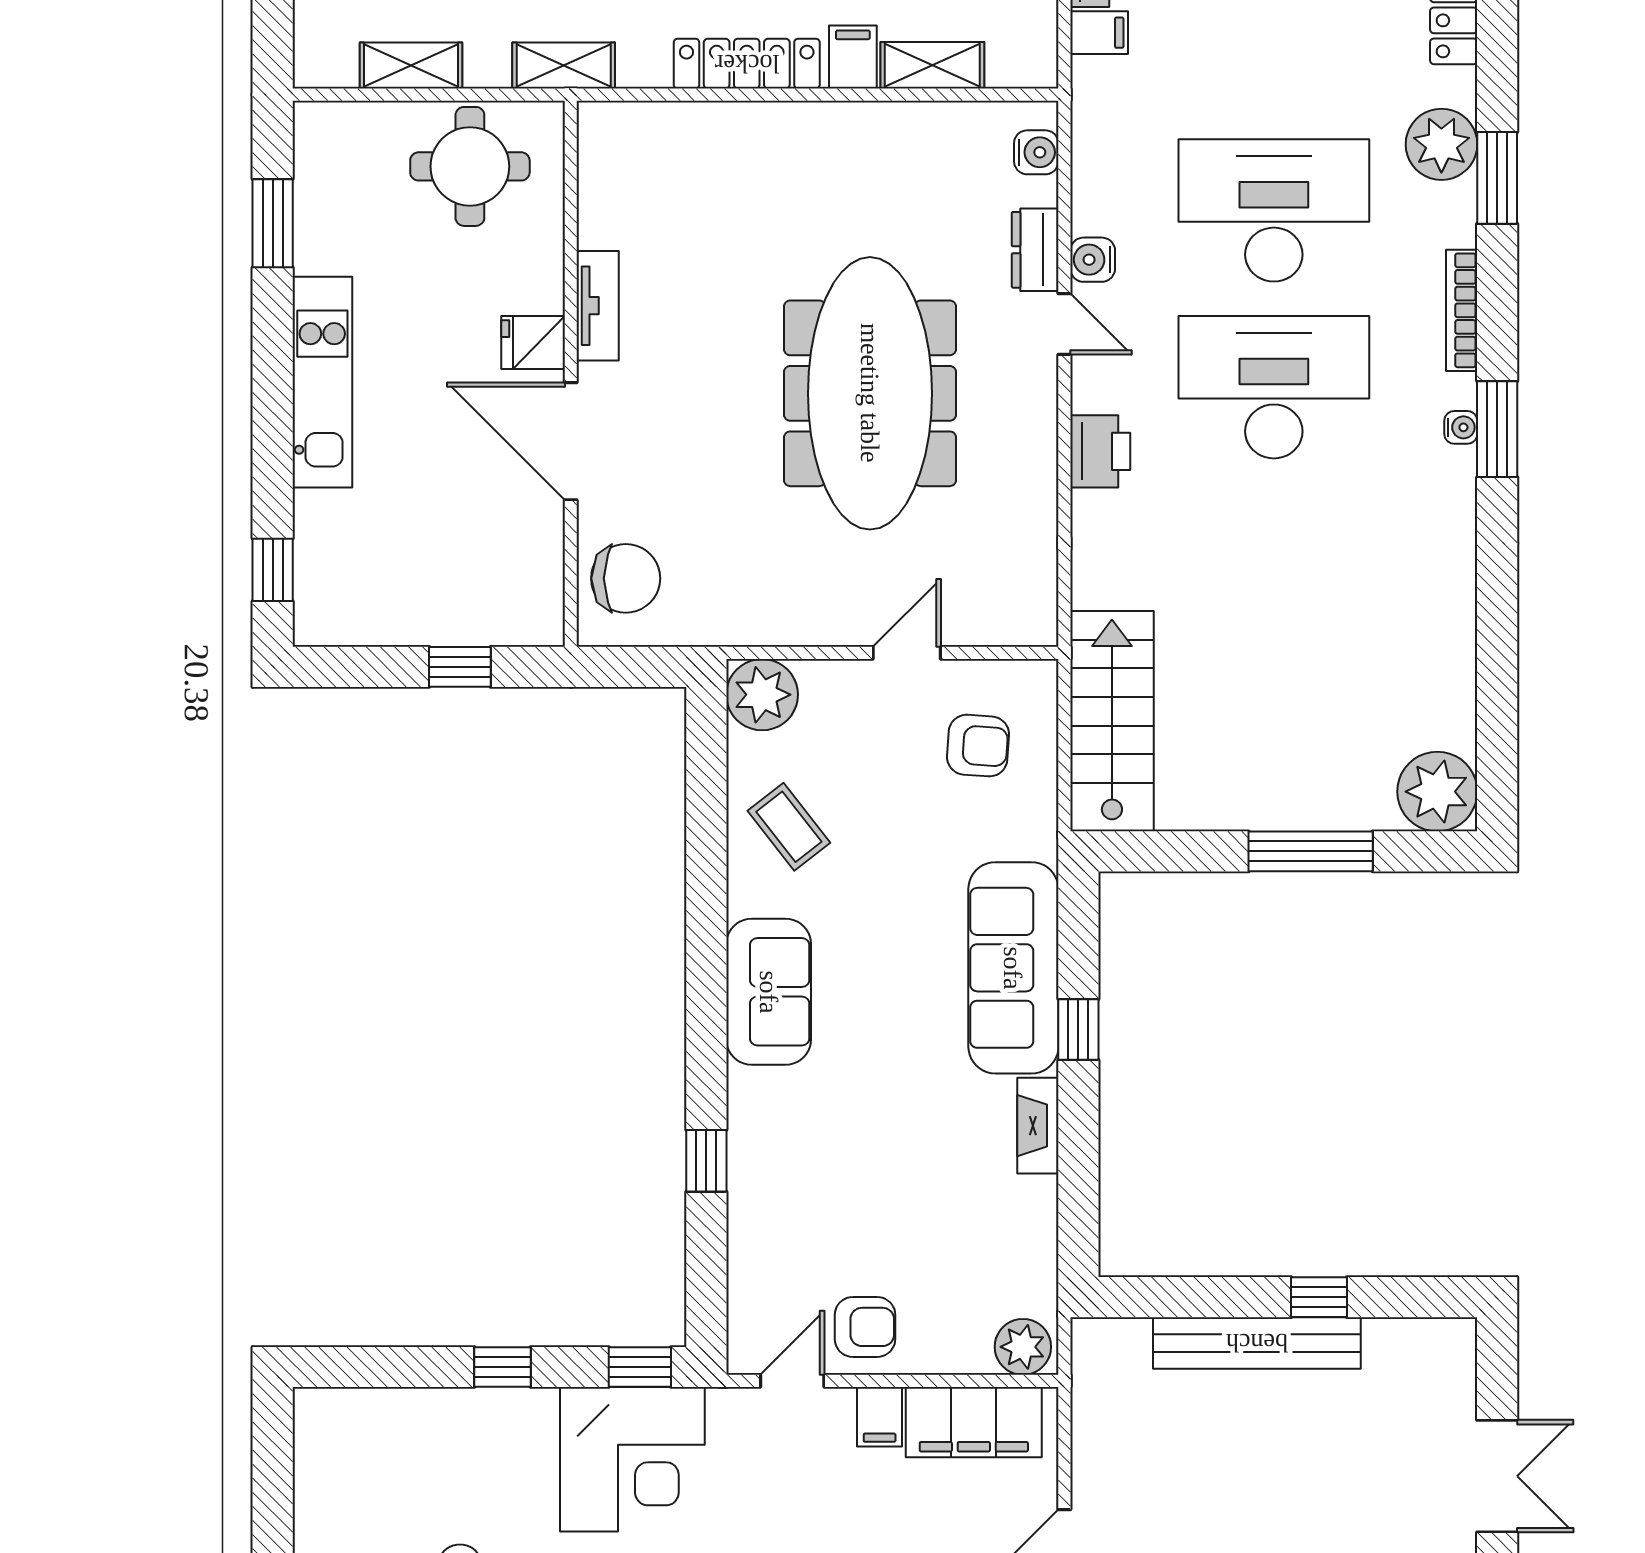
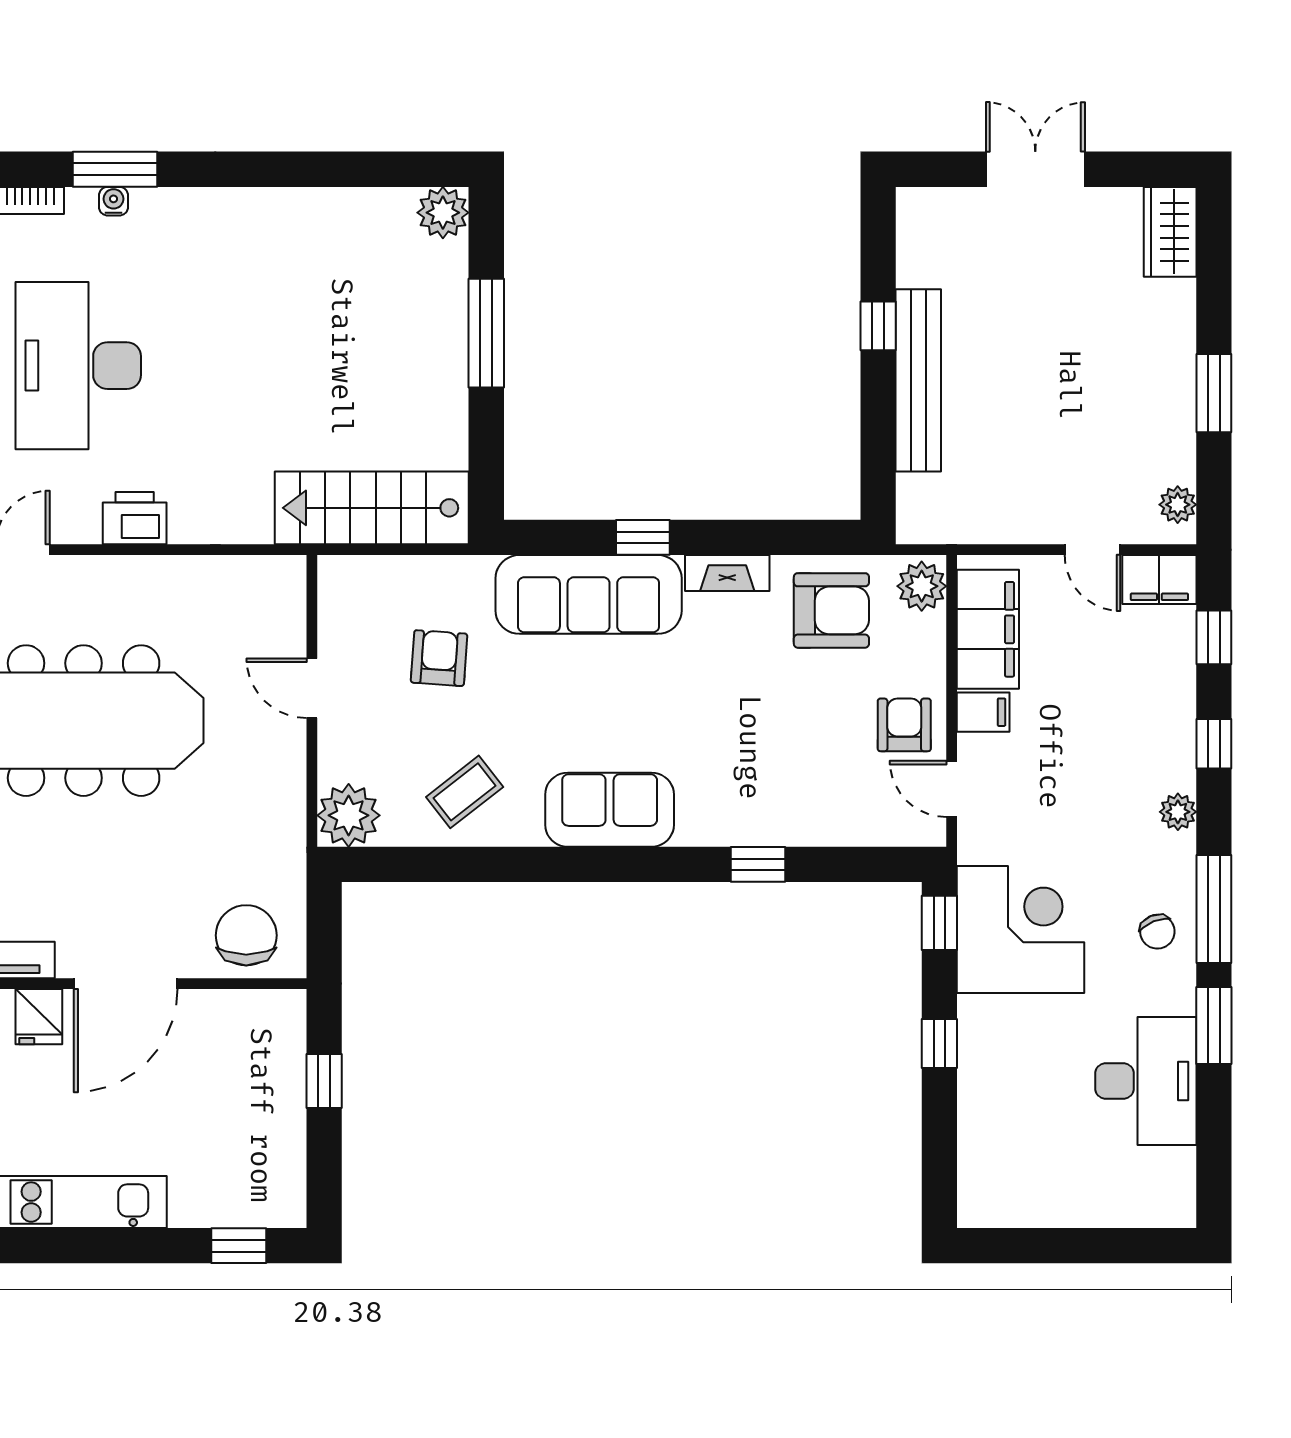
armchair: (978, 746) -> (439, 658), moved
plant: (1437, 792) -> (443, 213), width x0.73, depth x0.73
armchair: (995, 1244) -> (831, 610), added

